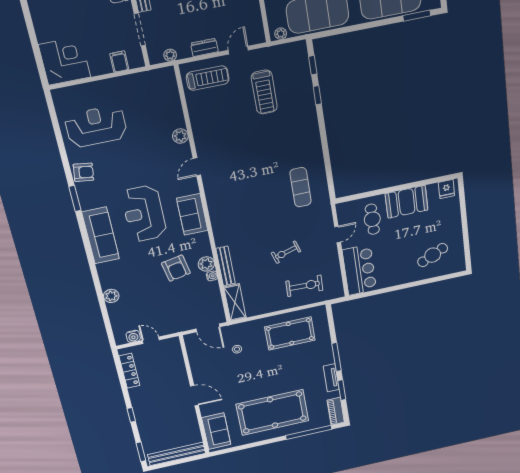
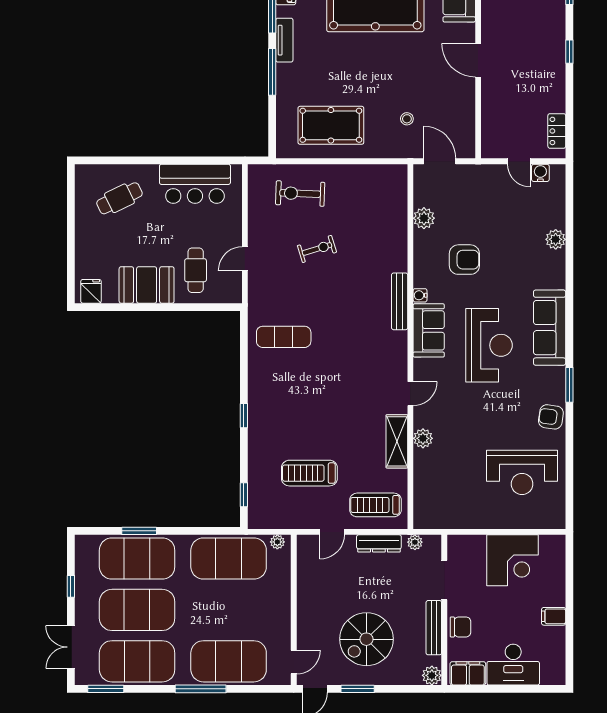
window: (417, 16) -> (139, 531), moved
dresser: (204, 47) -> (379, 543), width x1.44
corner desk: (65, 61) -> (513, 560), moved, turned -90
filing cabinet: (119, 62) -> (554, 616), moved, turned 90
treadmill: (264, 92) -> (309, 473), turned -90
window: (317, 95) -> (244, 416), moved
exercise mat: (301, 187) -> (284, 337), turned 90
plant: (206, 264) -> (424, 218), moved
bench: (226, 266) -> (400, 301), moved
armchair: (176, 268) -> (464, 260), turned 101
bar counter: (359, 270) -> (195, 184), moved, turned -90
water cooler: (212, 276) -> (420, 295), moved
shelving: (235, 302) -> (397, 441), moved
locker: (129, 371) -> (557, 131), width x0.66

